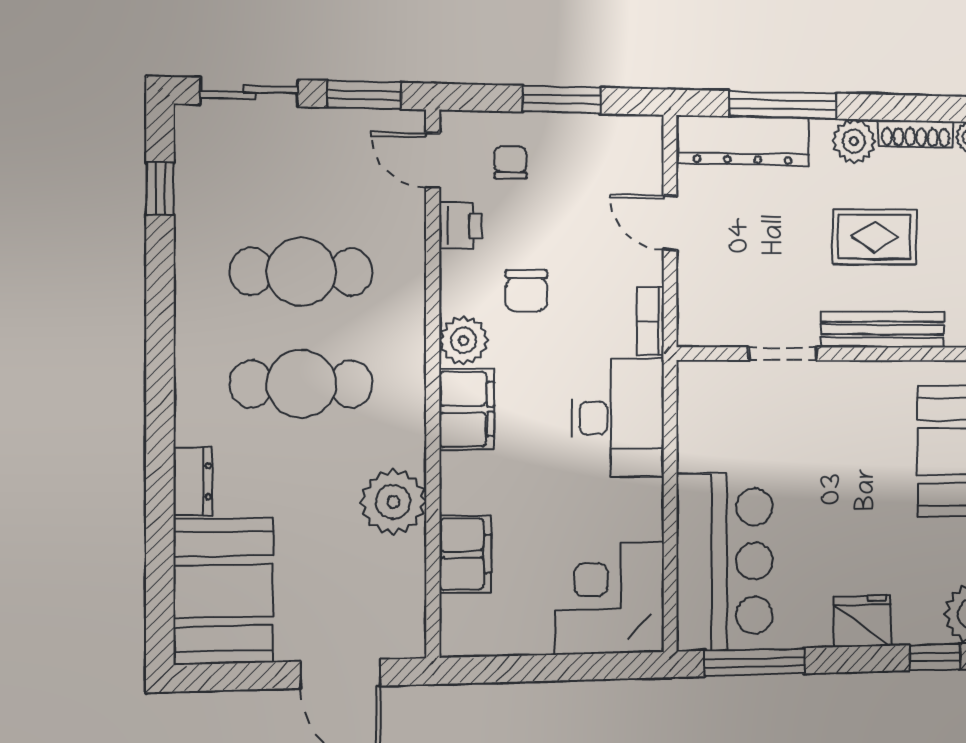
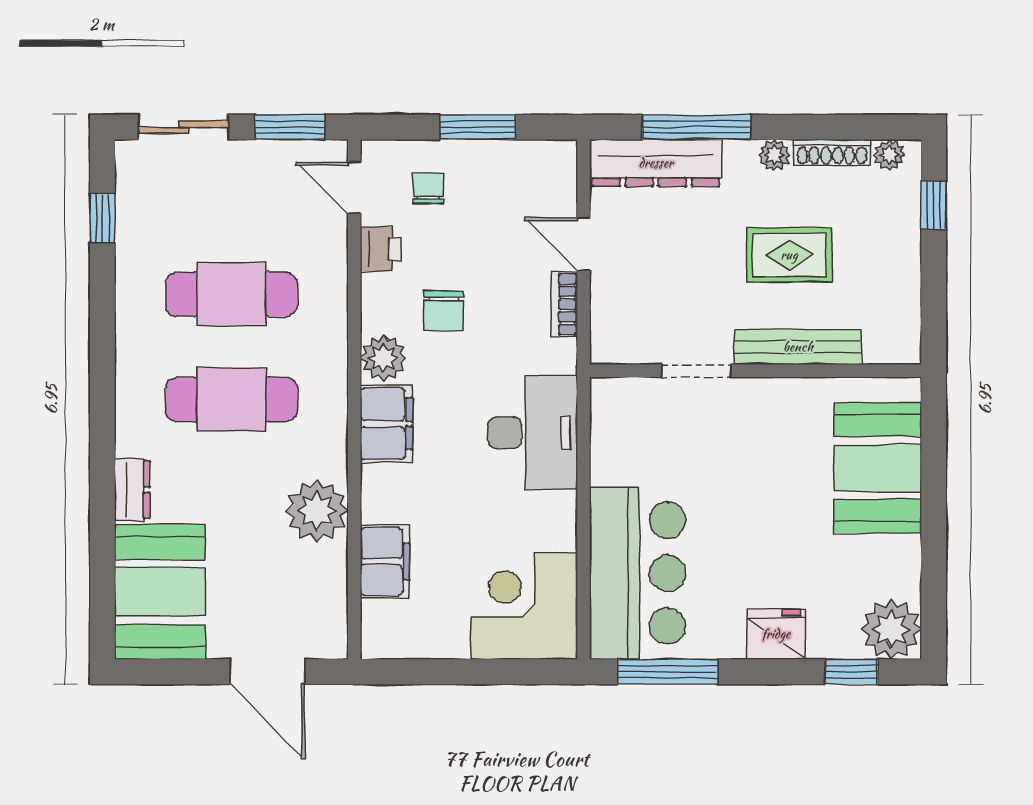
plant: (854, 141) -> (774, 155), width x0.73, depth x0.73
bookcase: (650, 321) -> (564, 304), moved

